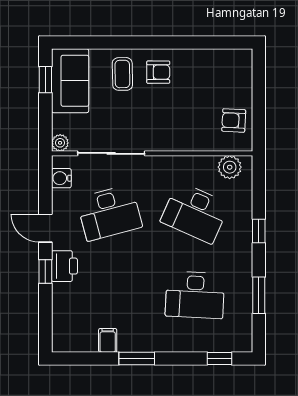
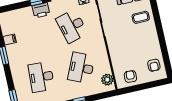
armchair: (158, 72) -> (154, 65), moved

